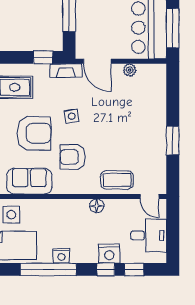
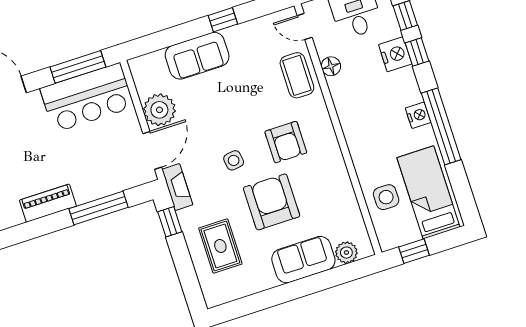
plant: (130, 70) -> (159, 110), width x1.88, depth x1.88
window: (173, 141) -> (223, 20), width x0.67
sofa: (29, 181) -> (197, 56), moved, turned -90
door: (149, 196) -> (305, 26), swing flipped
floor lamp: (97, 206) -> (331, 66), moved

